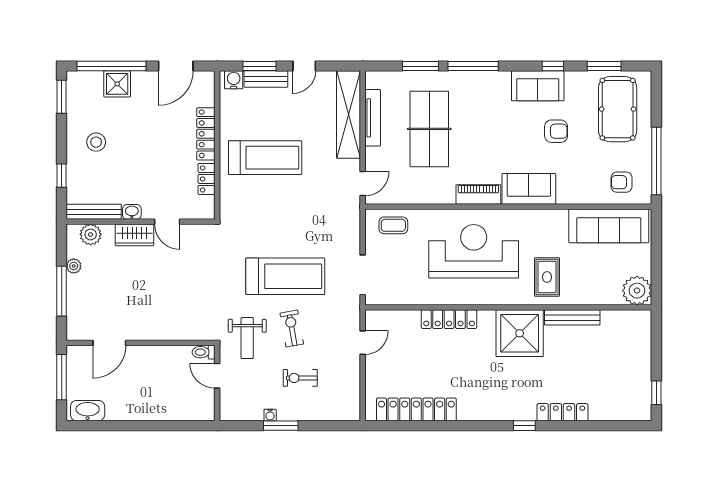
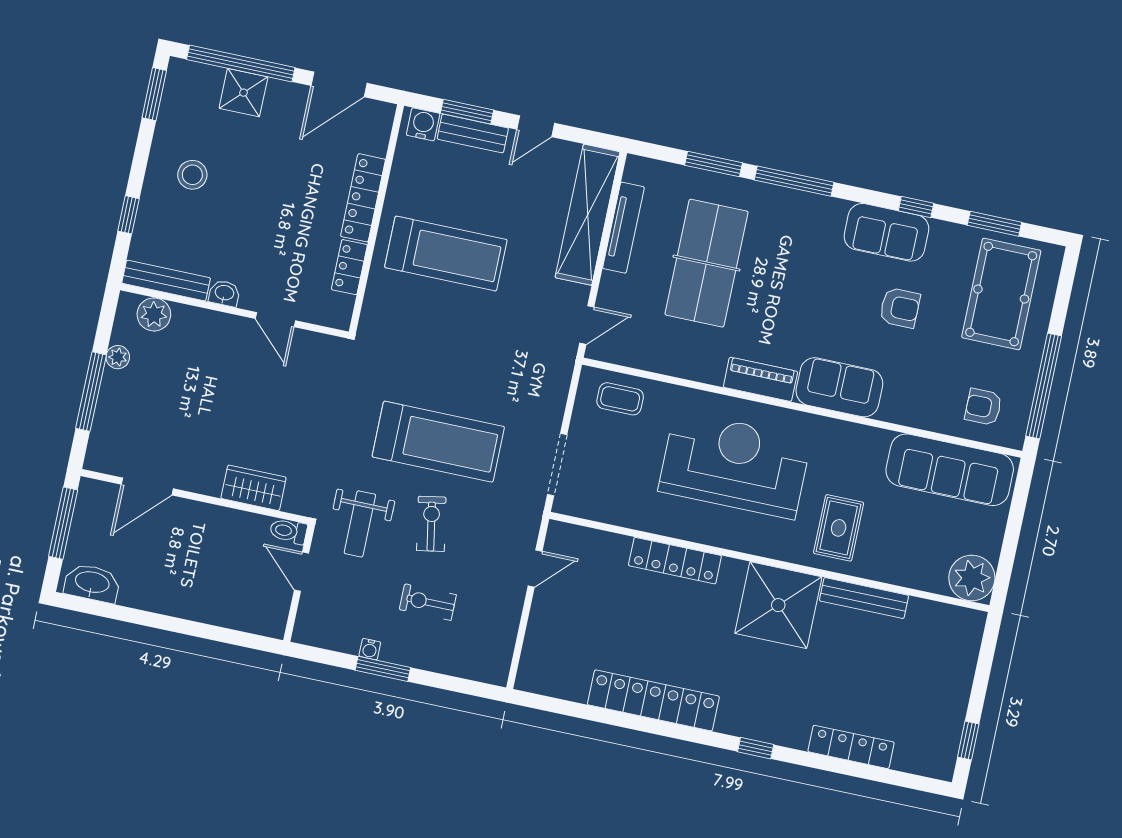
wardrobe: (135, 235) -> (254, 488), moved, turned 180
locker: (416, 409) -> (653, 700), moved
locker: (562, 412) -> (851, 747), moved

